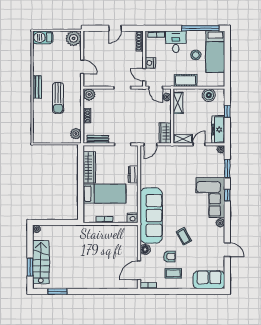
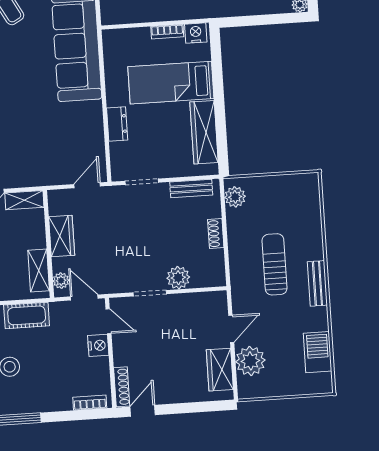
door: (115, 28) -> (143, 411), moved
barbecue: (43, 37) -> (318, 352), moved, turned -90
plant: (74, 38) -> (250, 361), moved
desk: (176, 42) -> (51, 390), removed
wardrobe: (89, 46) -> (220, 370), added
door: (82, 67) -> (231, 329), swing flipped
plant: (89, 94) -> (178, 278), moved
wardrobe: (165, 133) -> (62, 236), moved
nightstand: (133, 218) -> (196, 33), moved

